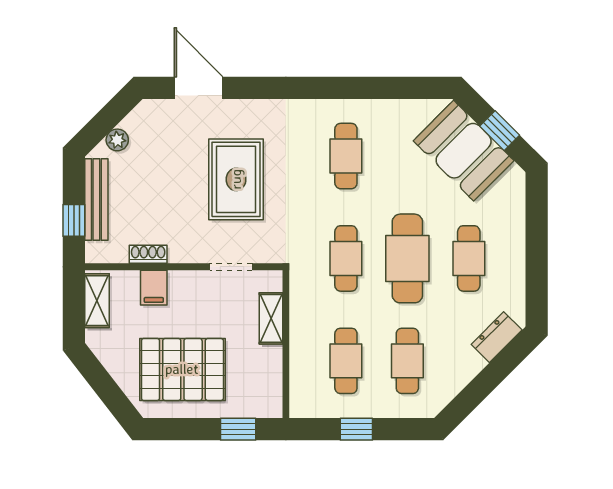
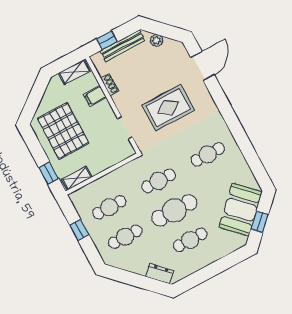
shelving: (271, 318) -> (77, 178), moved

